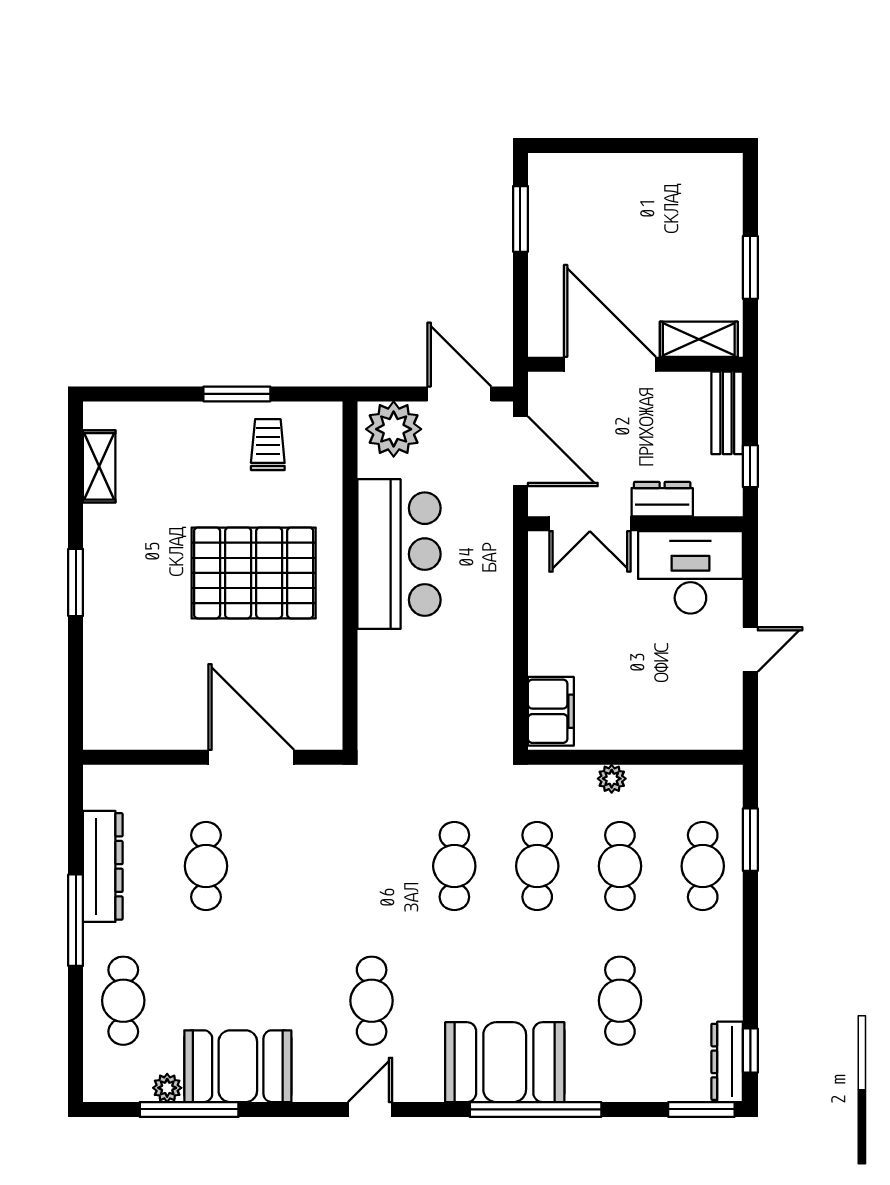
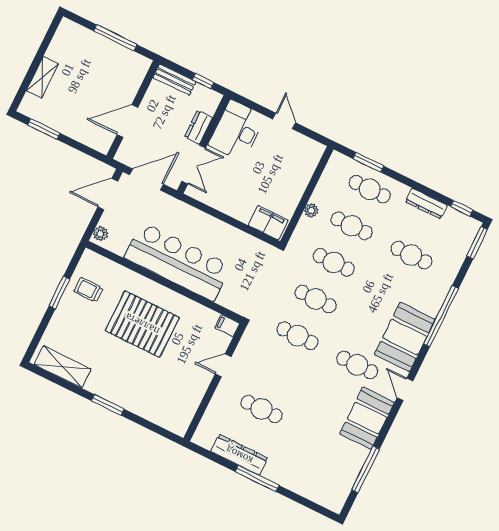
window: (750, 267) -> (115, 38), width x1.44
shelving: (699, 339) -> (42, 77), moved
door: (610, 364) -> (127, 121), width x0.73
plant: (394, 429) -> (100, 234), width x0.53, depth x0.53
shelving: (99, 466) -> (63, 367), width x1.50, depth x1.33
bar counter: (399, 554) -> (178, 262), width x1.36
pallet: (254, 573) -> (142, 324), turned 90
filing cabinet: (327, 729) -> (227, 326), added
door: (251, 757) -> (223, 365), width x0.53
cafe table: (123, 1001) -> (298, 336), moved
booth: (505, 1062) -> (405, 337), moved
dresser: (727, 1062) -> (426, 204), moved
booth: (238, 1066) -> (367, 418), moved
plant: (167, 1088) -> (351, 474), removed

